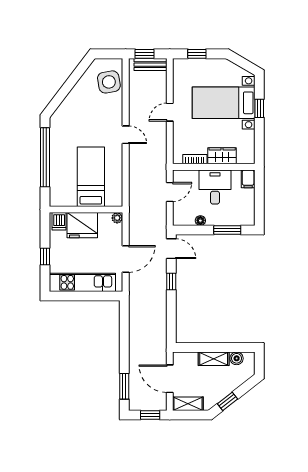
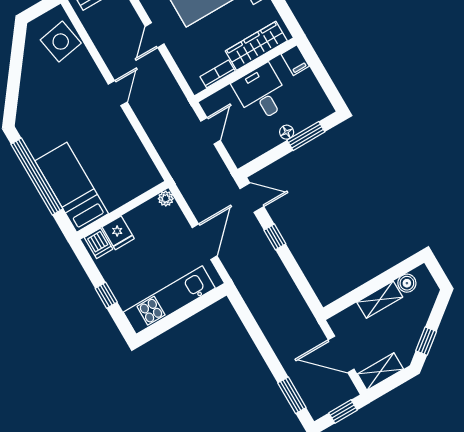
door: (126, 135) -> (118, 93), hinge flipped
wardrobe: (222, 156) -> (256, 46), width x1.50
bed: (91, 177) -> (72, 187), moved
floor lamp: (200, 221) -> (287, 132), moved
fridge: (82, 225) -> (118, 233), width x0.53, depth x0.75

